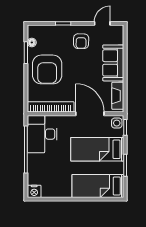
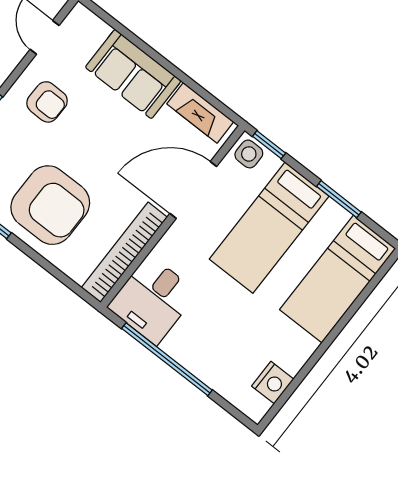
desk: (42, 134) -> (153, 300), width x0.73
nightstand: (34, 191) -> (273, 383), moved

